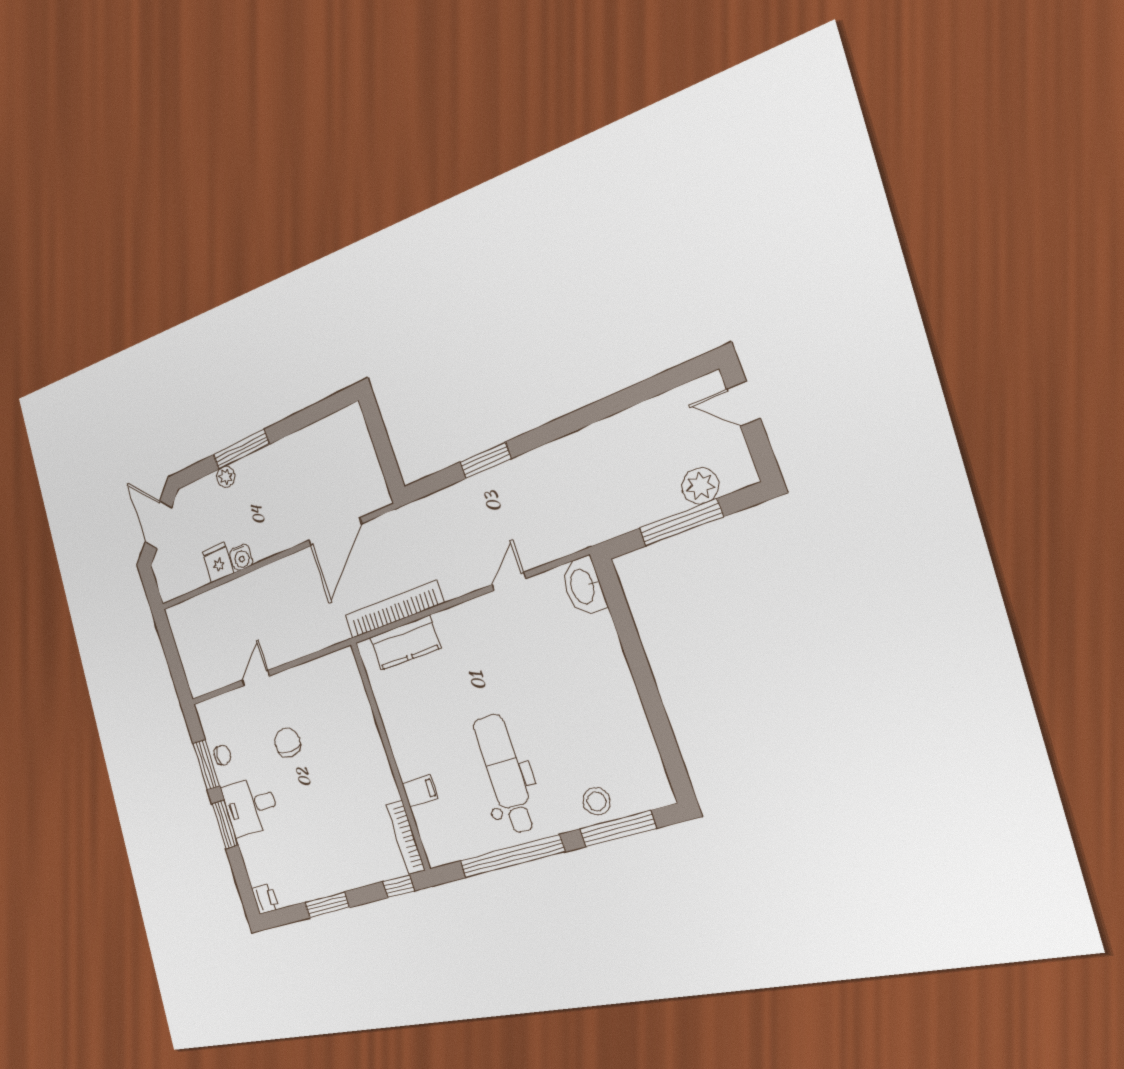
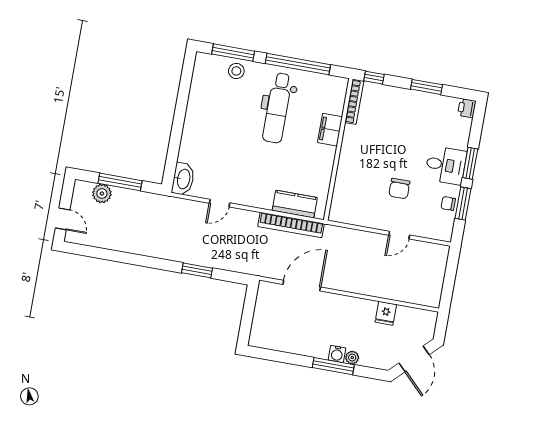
water cooler: (241, 557) -> (337, 354), moved, turned 180
filing cabinet: (420, 791) -> (330, 130), width x2.00

